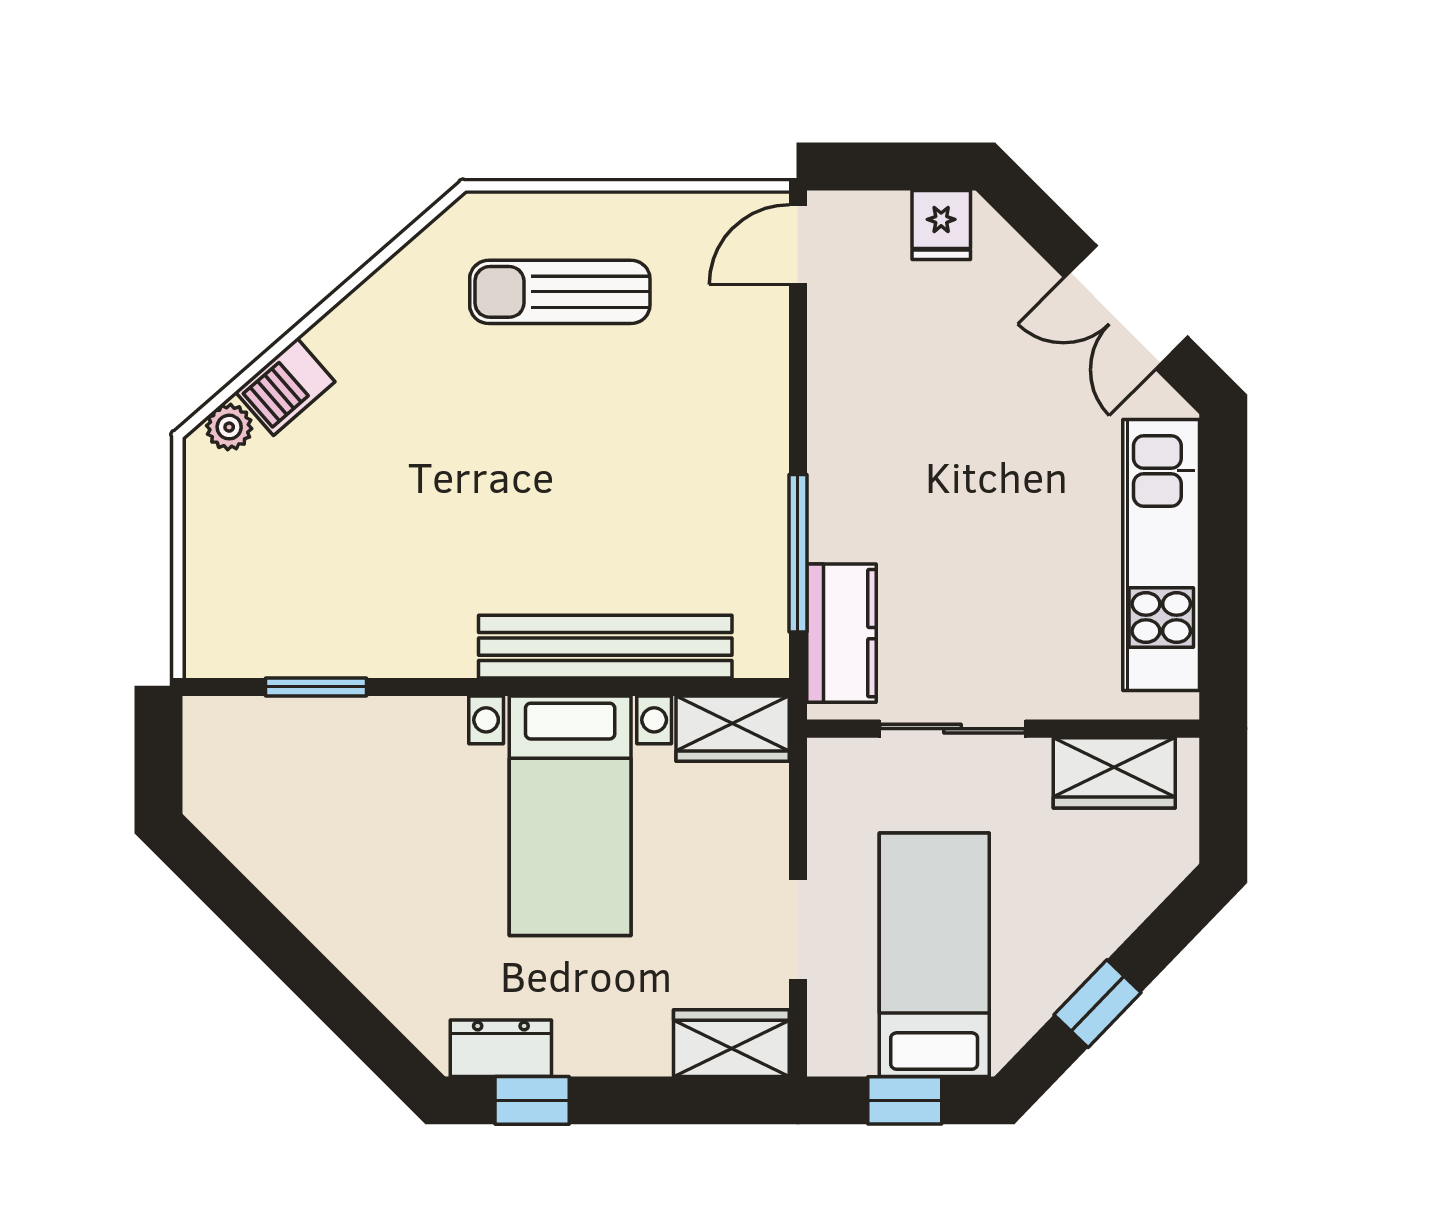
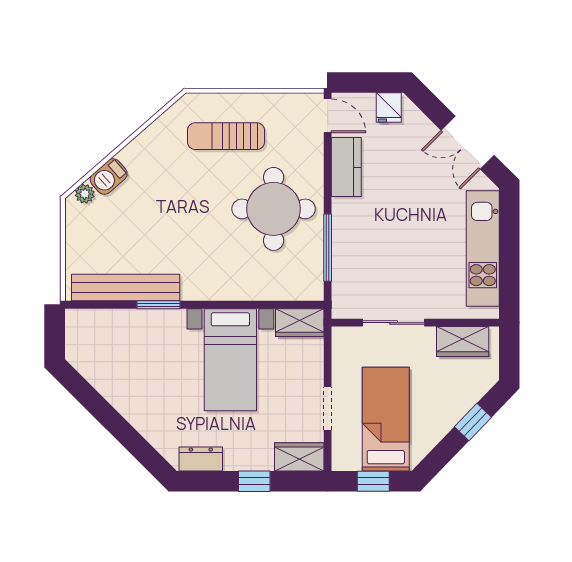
door: (798, 245) -> (328, 116), swing flipped
round table: (671, 462) -> (274, 209), added
kitchen counter: (841, 633) -> (346, 167), moved
bench: (605, 647) -> (126, 288), moved
window: (316, 687) -> (158, 305), moved
window: (1098, 1004) -> (473, 422), moved
window: (532, 1100) -> (254, 481), moved

